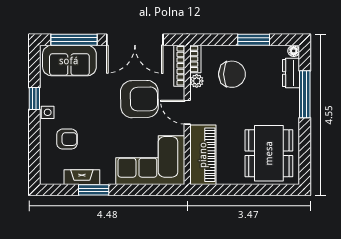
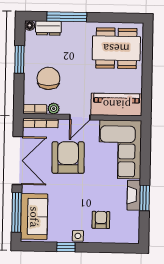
fireplace: (82, 177) -> (134, 195), moved

